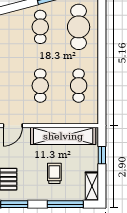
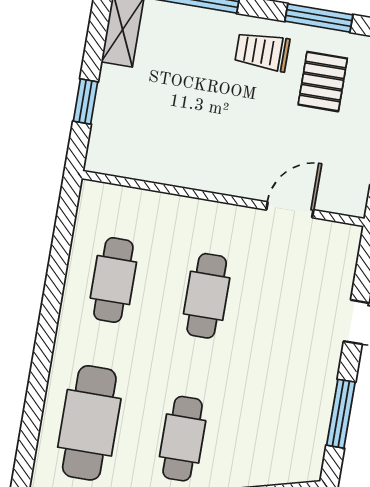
shelving: (63, 136) -> (172, 164), removed
trolley: (54, 173) -> (262, 52), moved, turned 90

